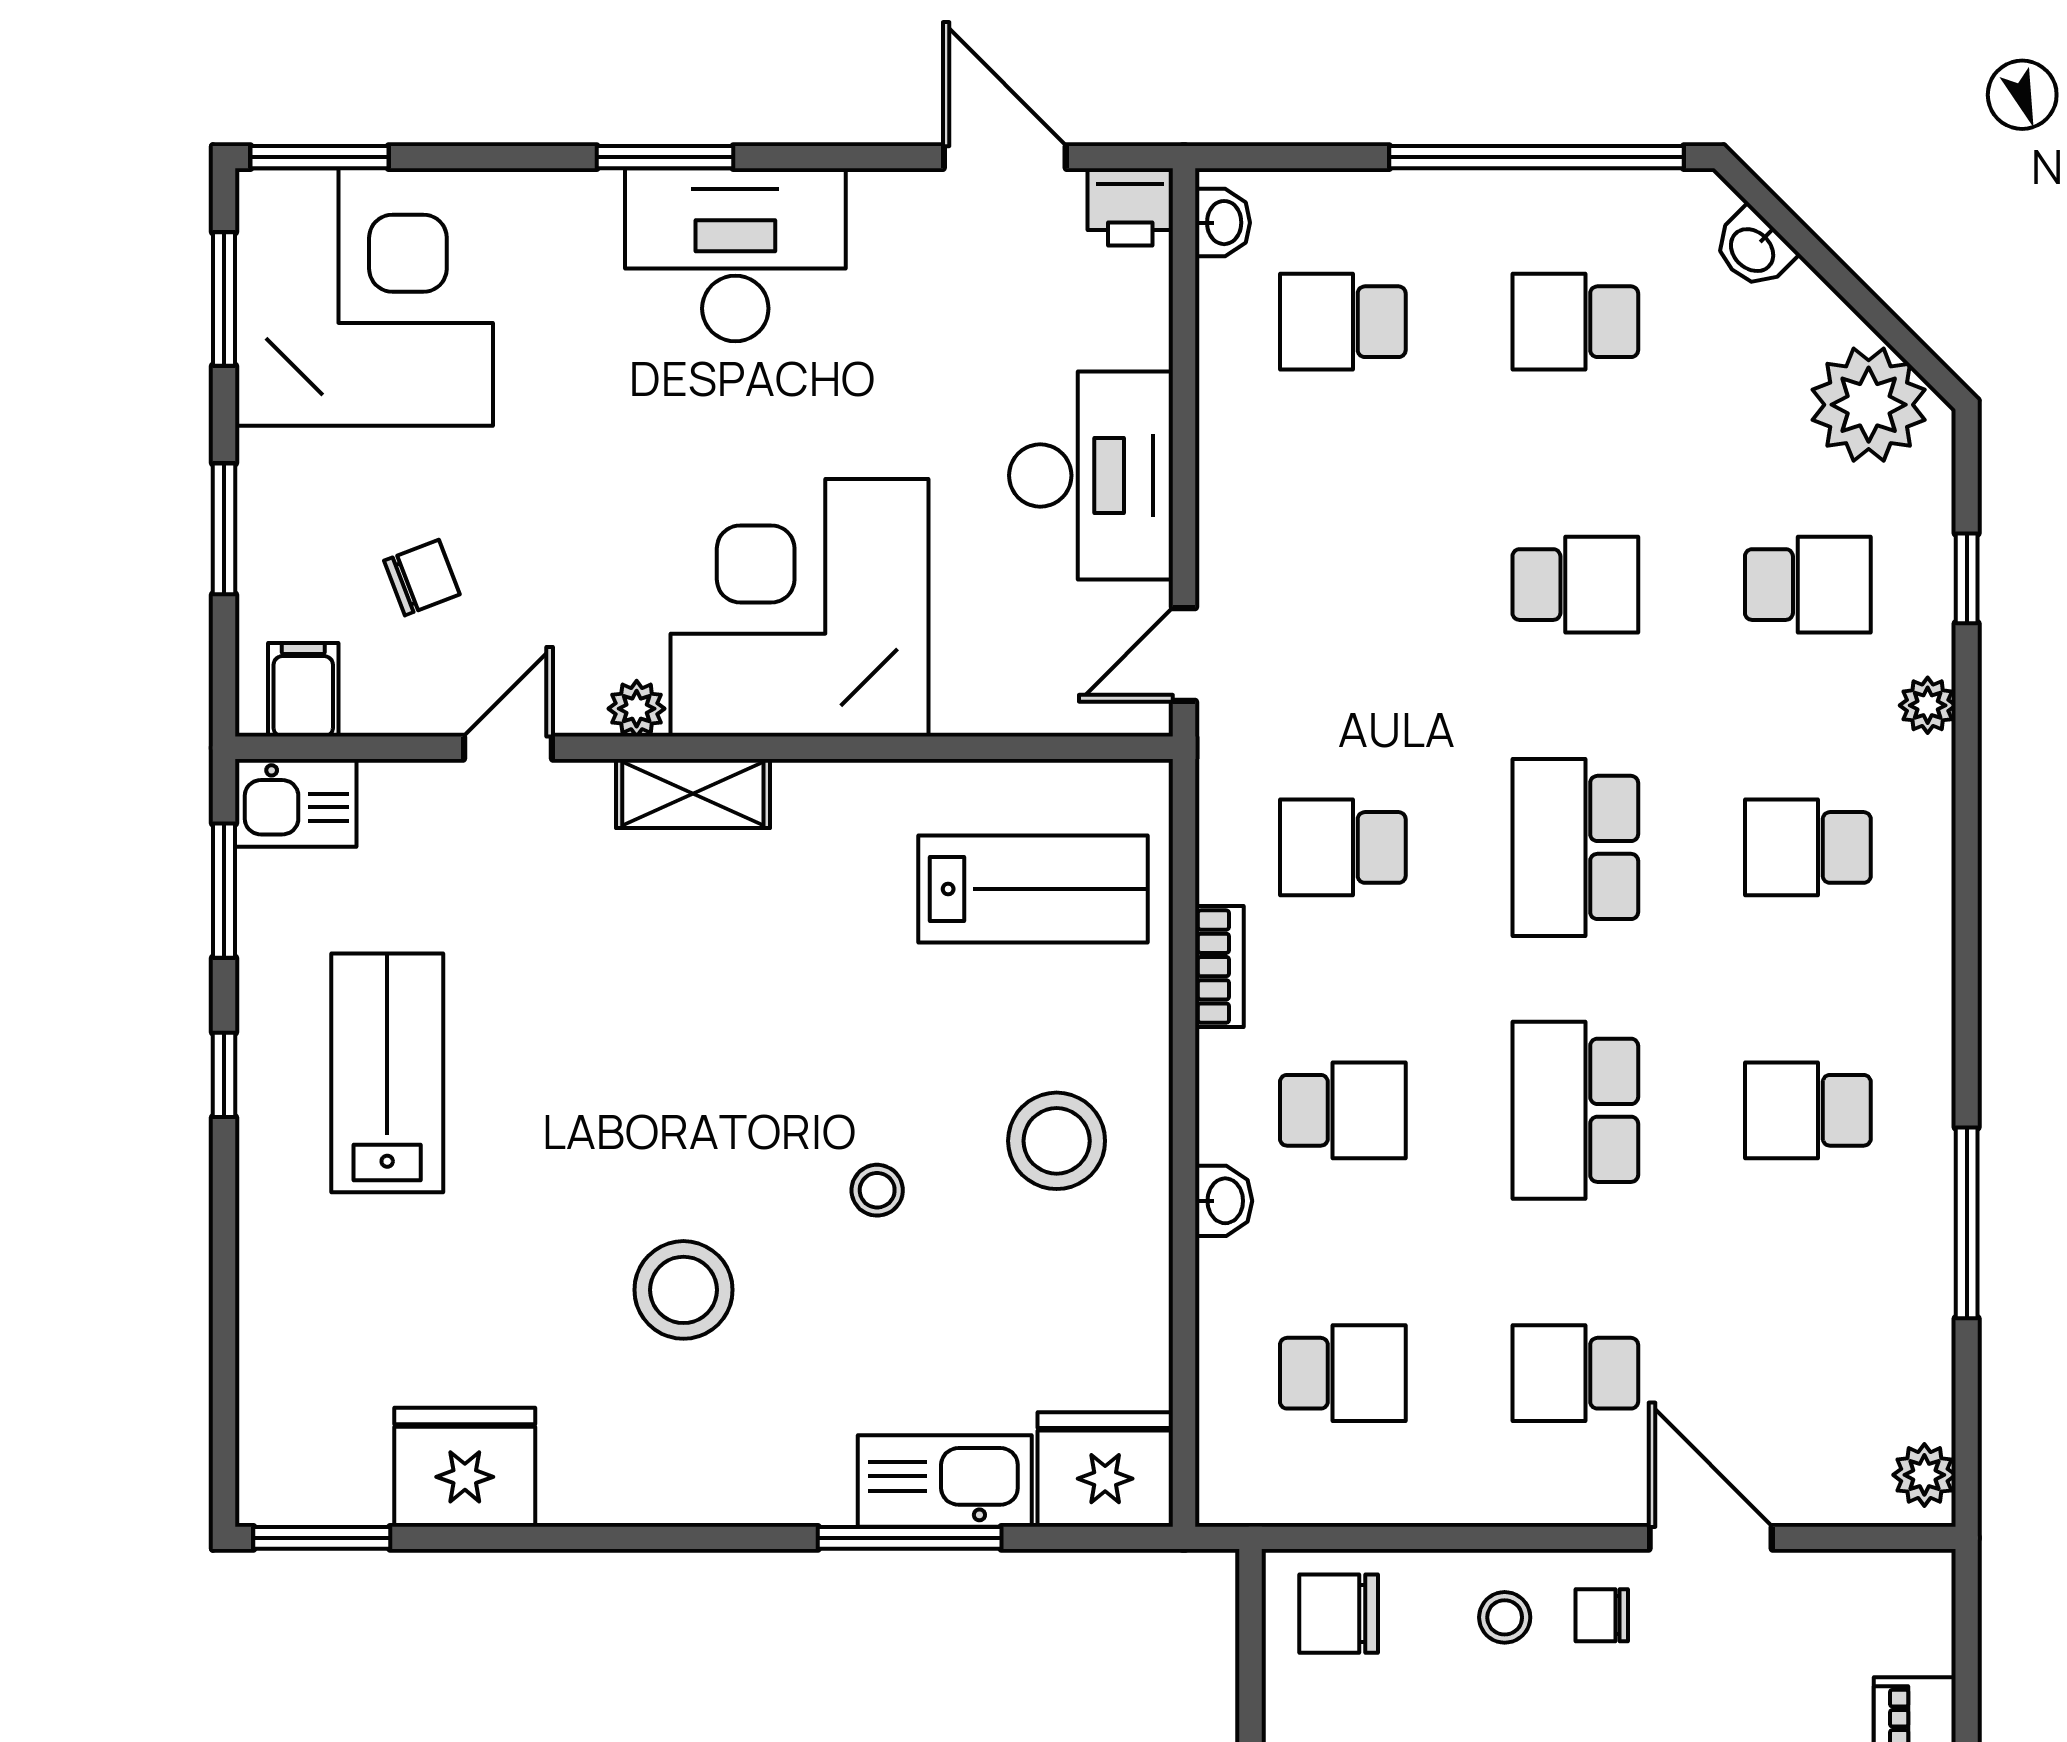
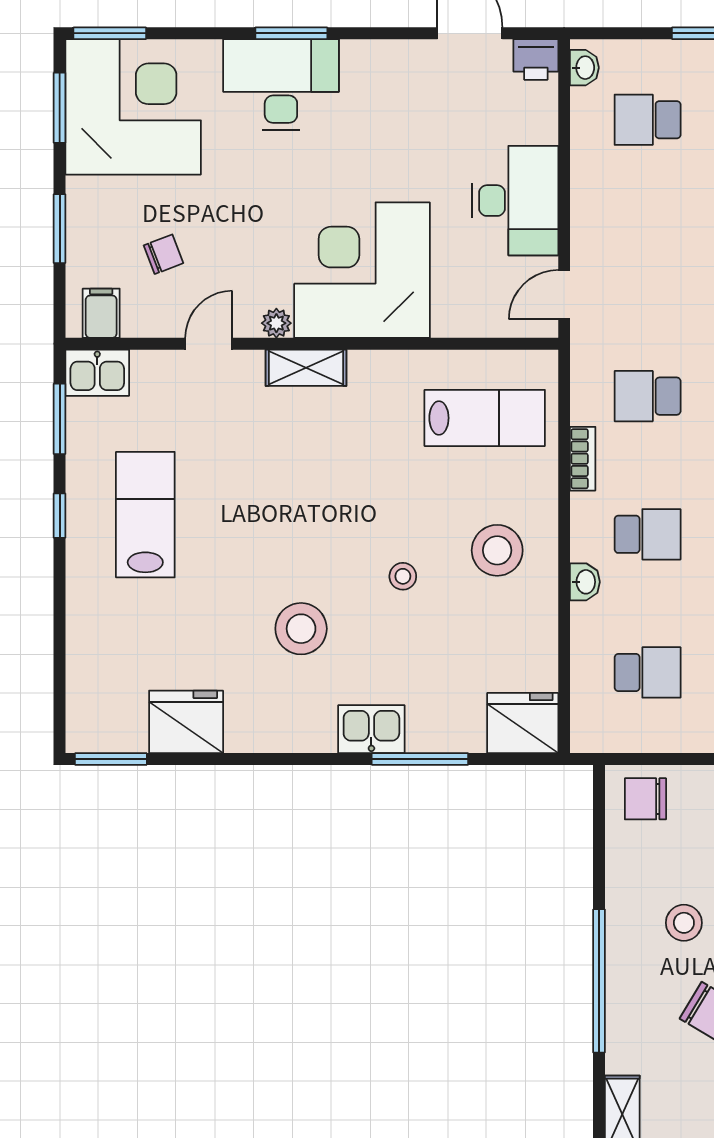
desk: (735, 255) -> (281, 85), moved
kitchen sink: (945, 1481) -> (371, 729), moved, width x0.73

